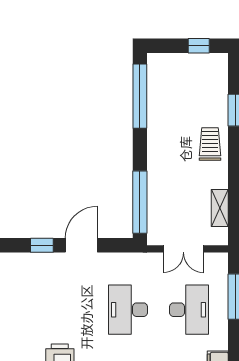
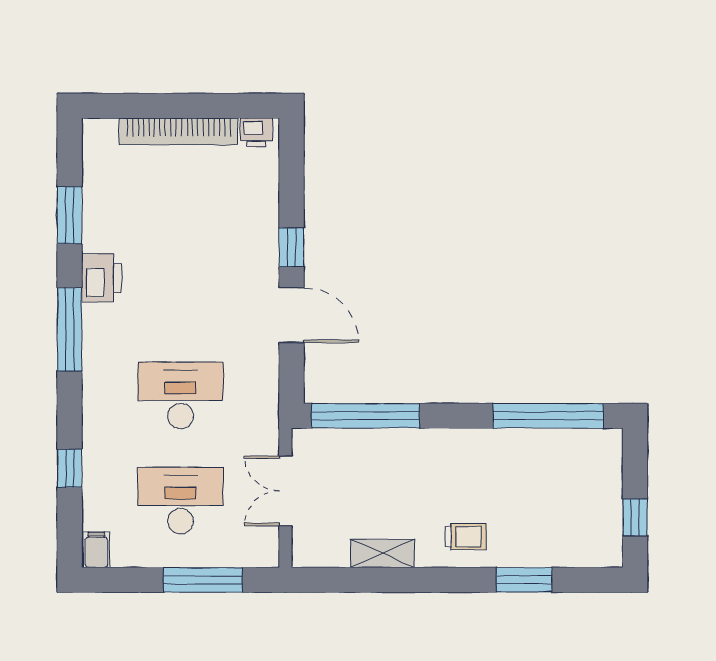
trolley: (210, 144) -> (466, 537), width x0.73, depth x0.72
shelving: (220, 208) -> (382, 553), moved
desk: (189, 310) -> (181, 500), turned 180

